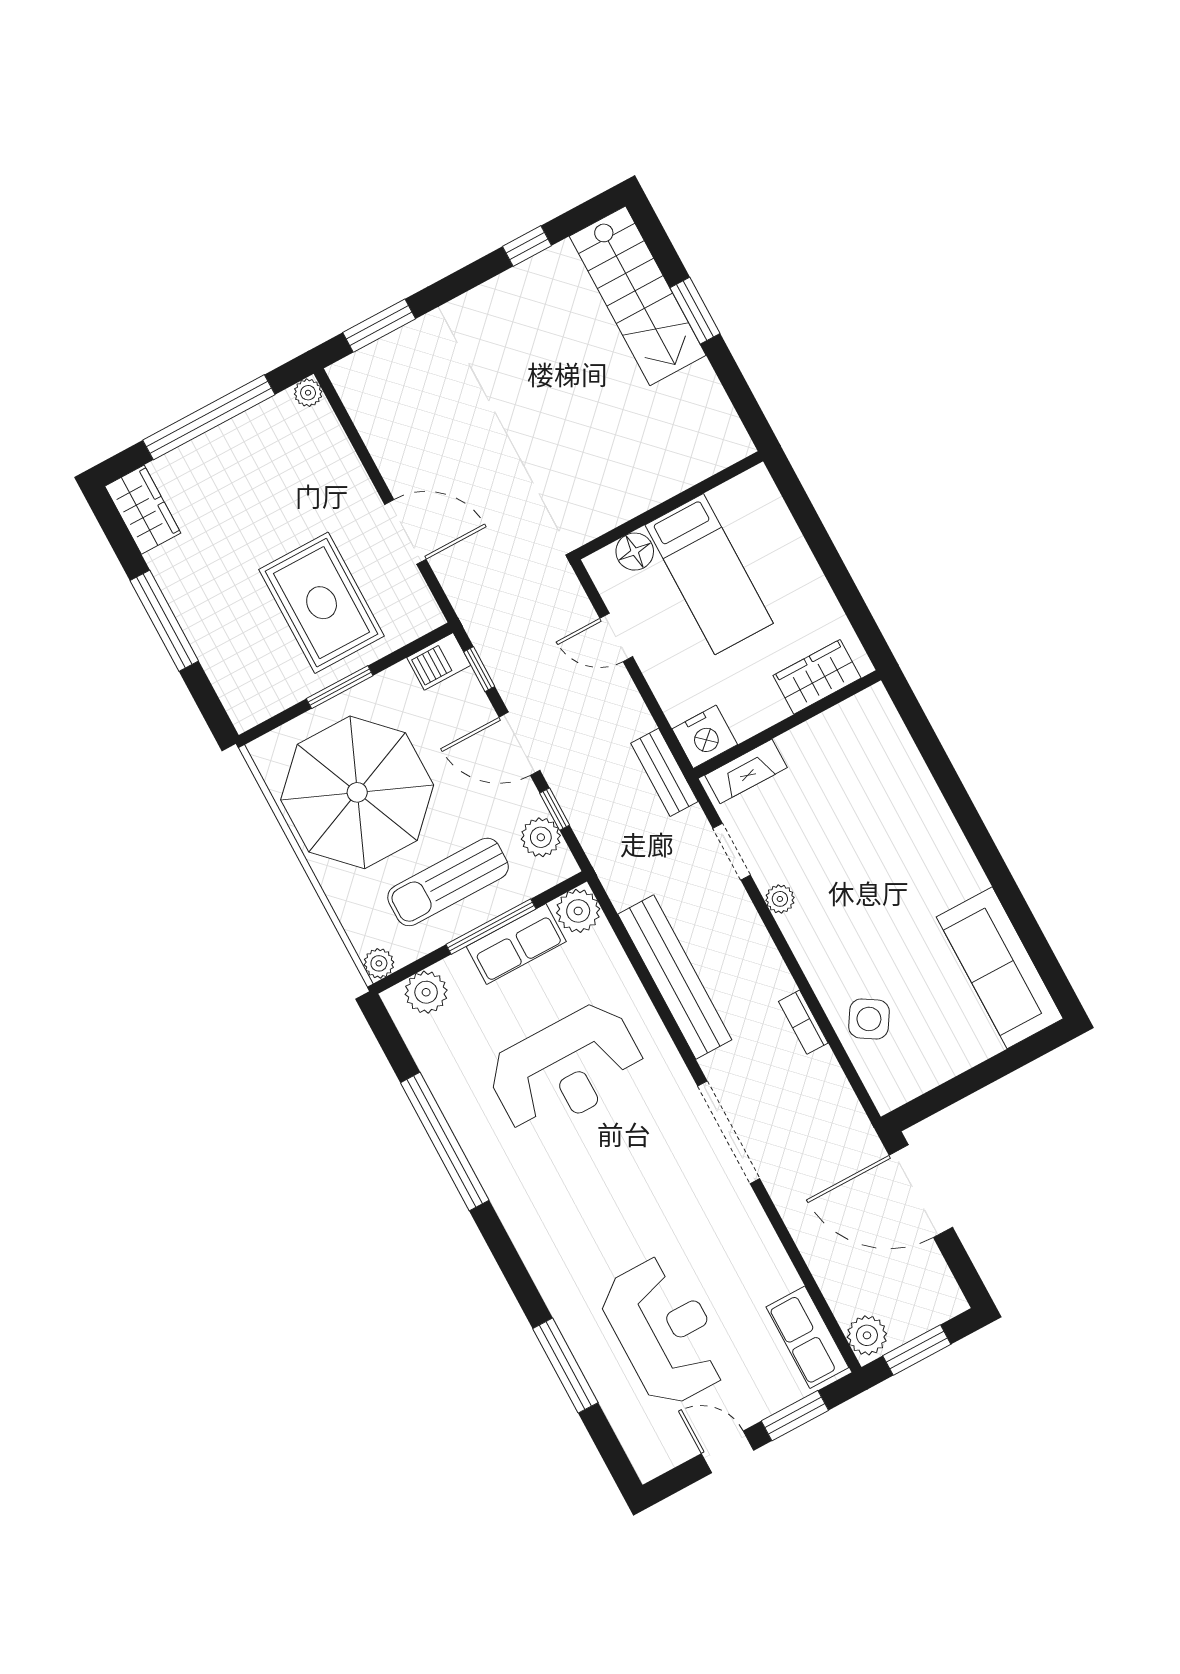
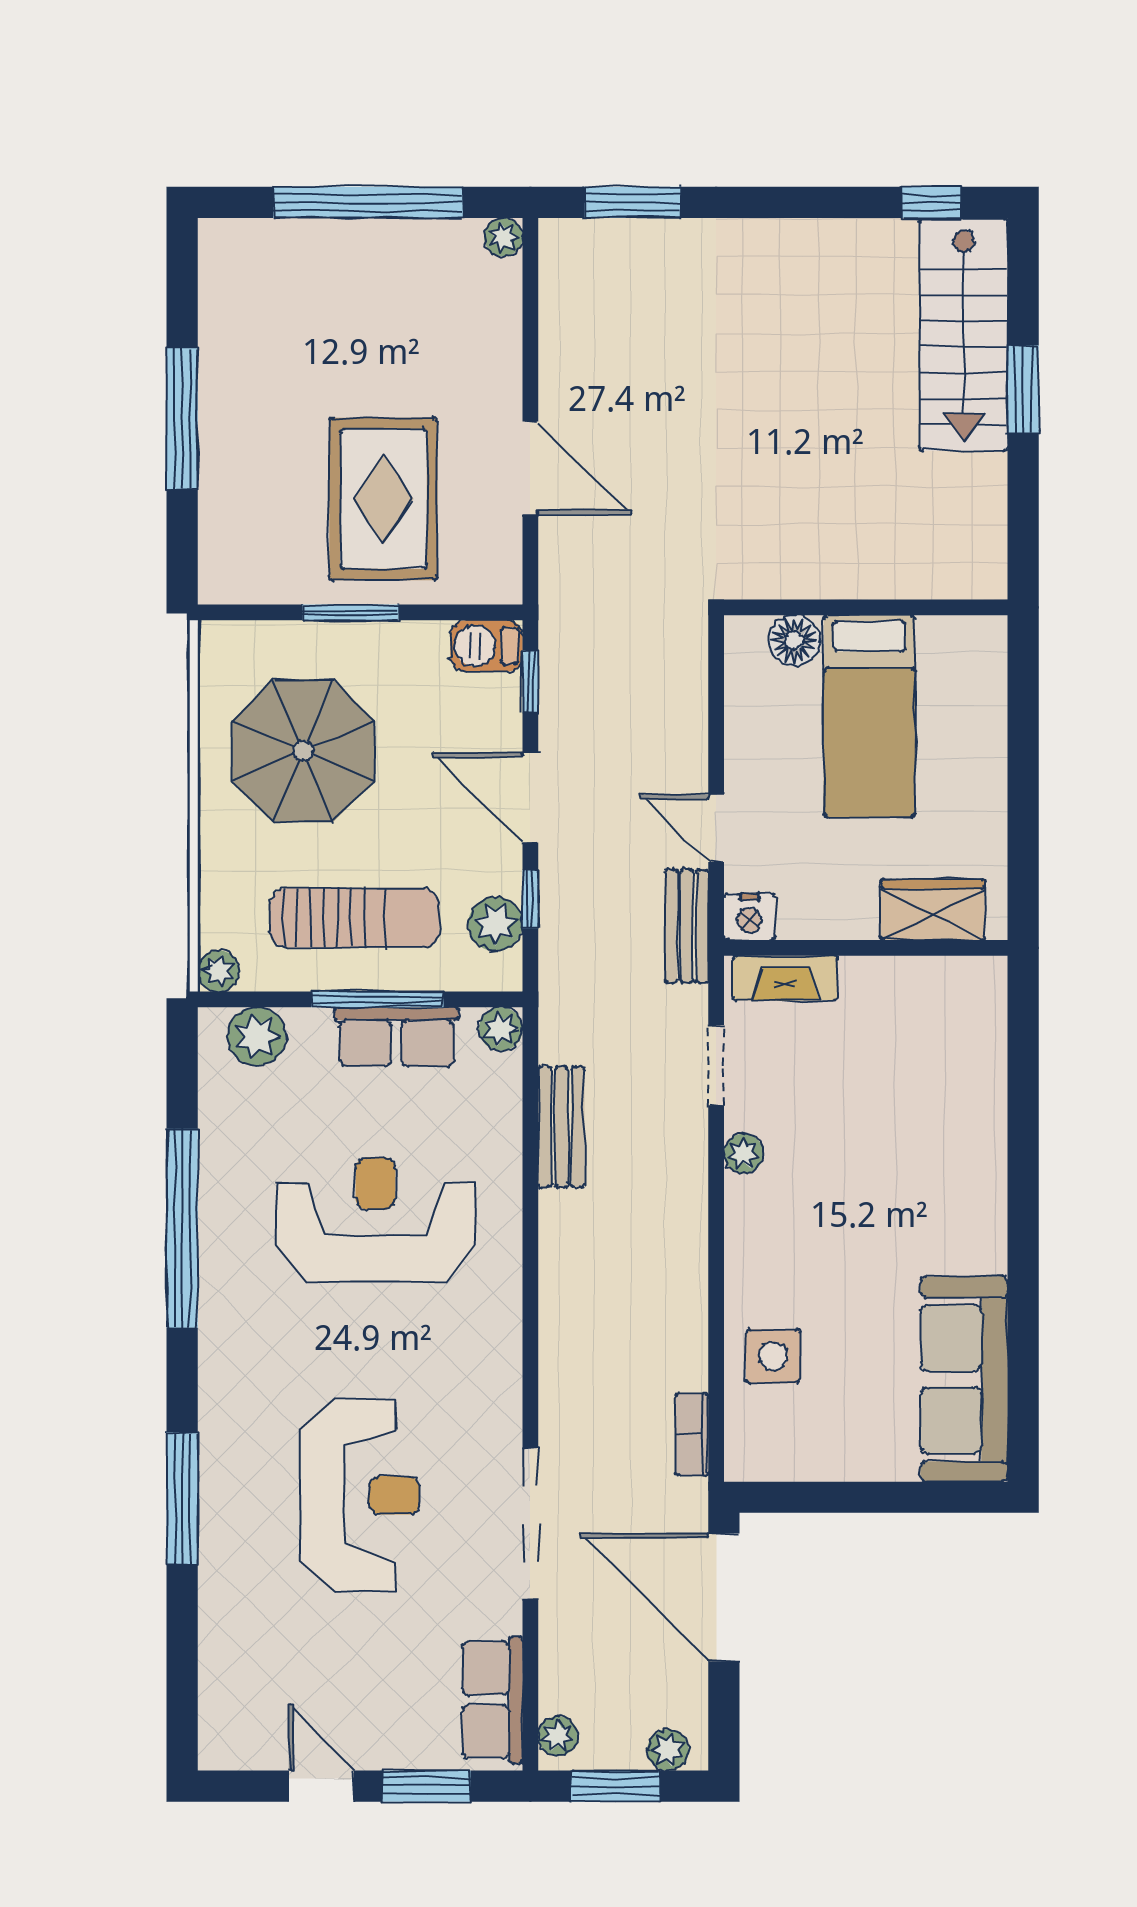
window: (527, 246) -> (931, 202), moved
wardrobe: (143, 510) -> (228, 271), removed
door: (616, 637) -> (716, 828), moved
nightstand: (705, 737) -> (749, 917), width x0.74, depth x0.75
parasol: (357, 792) -> (303, 751), width x0.73, depth x0.73
sun lounger: (448, 882) -> (355, 918), turned 180
plant: (578, 911) -> (501, 1029), width x0.73, depth x0.73
bench: (675, 977) -> (561, 1127), width x0.54, depth x0.82
side table: (869, 1019) -> (773, 1356), turned -32
bookcase: (803, 1022) -> (692, 1435), moved
reception desk: (566, 1069) -> (376, 1220), turned 180
doorway: (729, 1132) -> (530, 1524), moved
plant: (938, 1309) -> (668, 1750), added
reception desk: (664, 1331) -> (359, 1495), moved
plant: (867, 1335) -> (558, 1736), width x0.73, depth x0.73
window: (565, 1366) -> (182, 1498), moved

